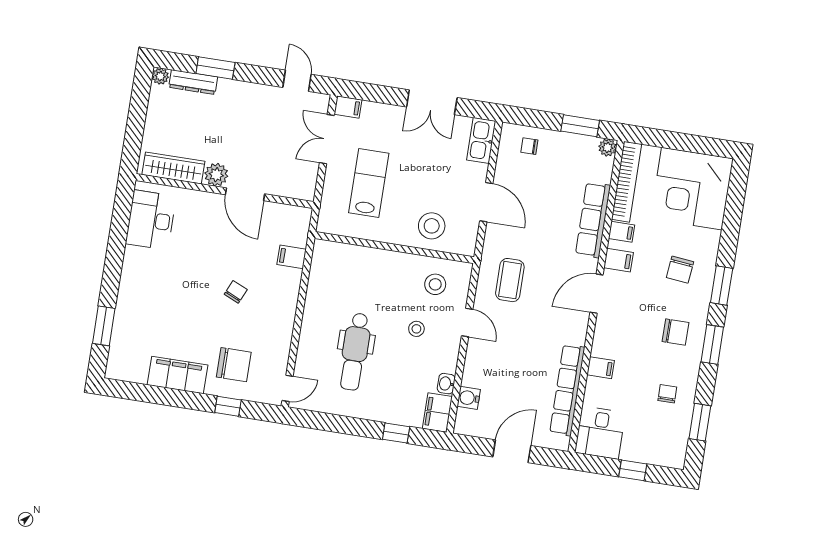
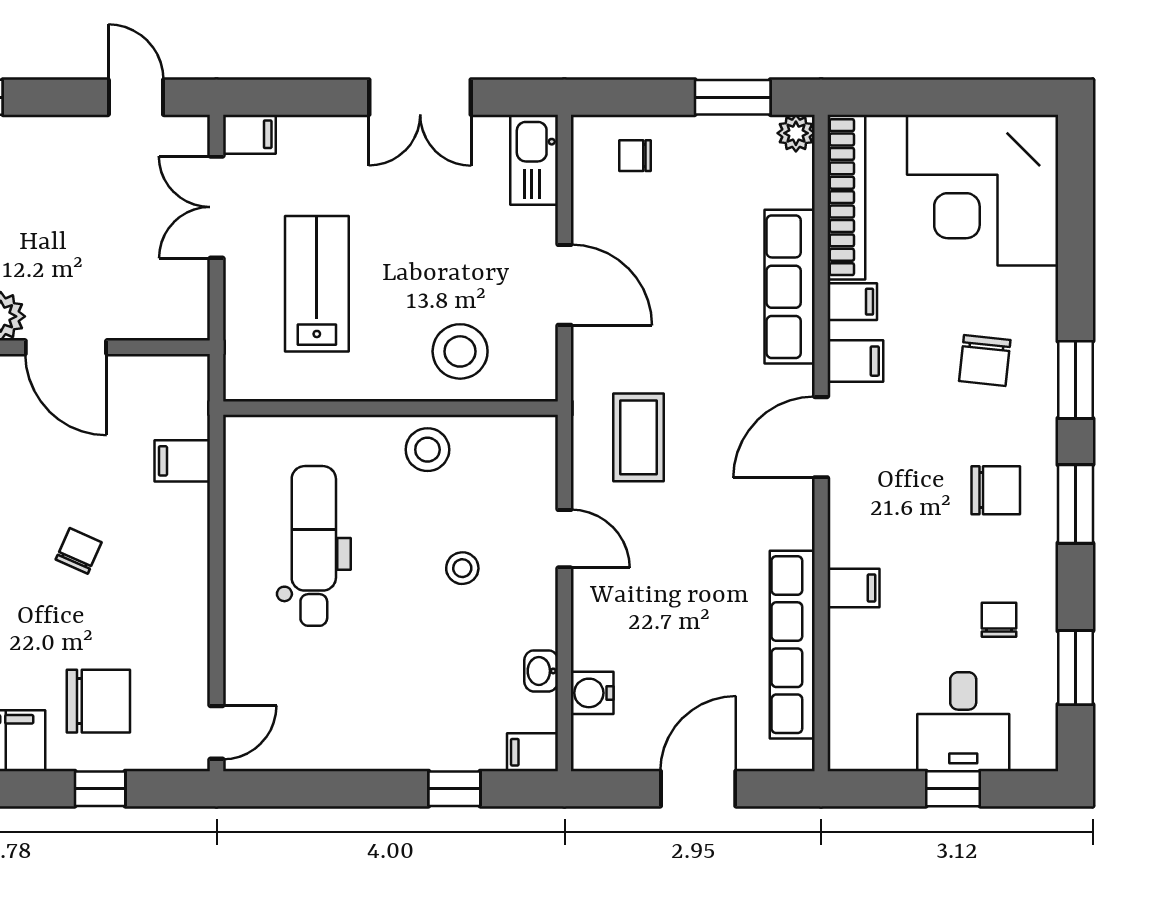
stool: (435, 284) -> (427, 450), moved
dental chair: (355, 352) -> (314, 546), moved, turned 180
filing cabinet: (437, 413) -> (533, 752), width x0.50
desk: (600, 433) -> (963, 722), moved

